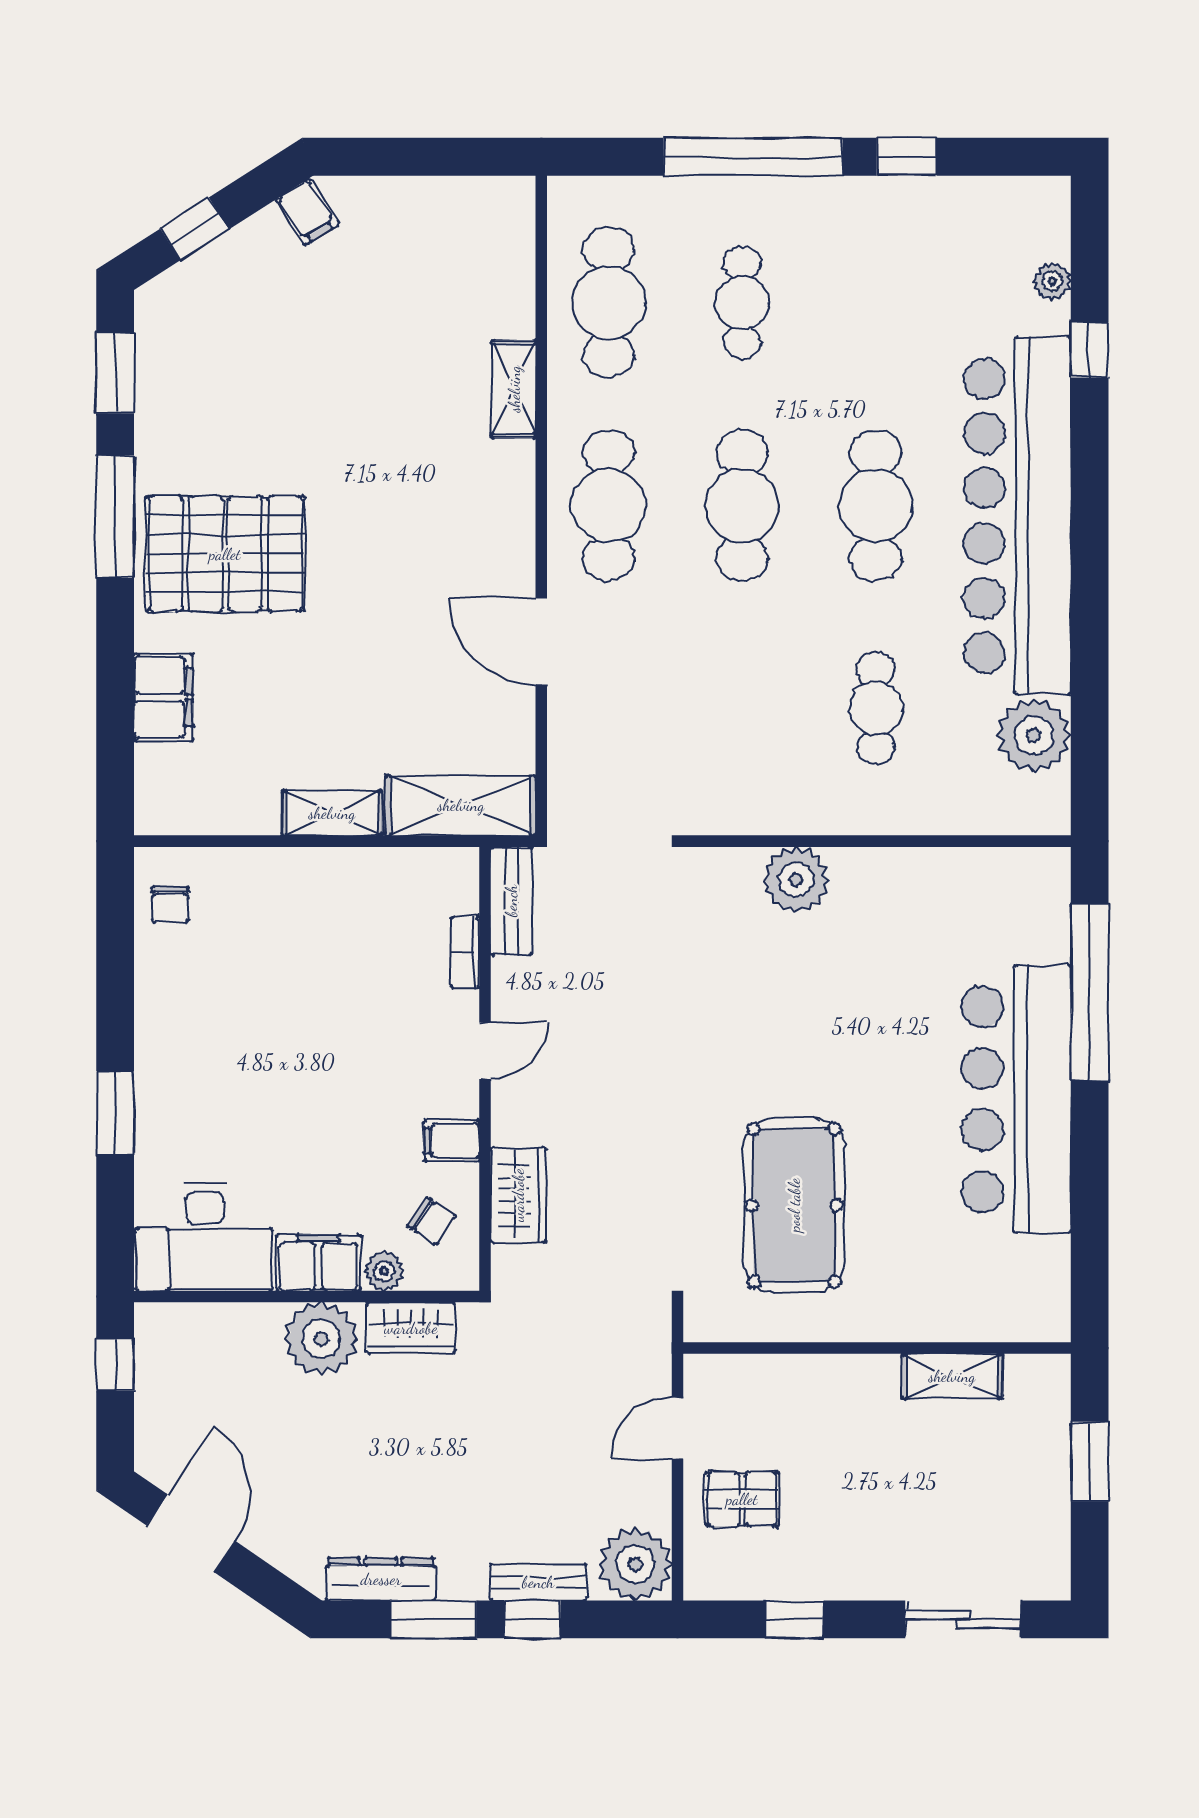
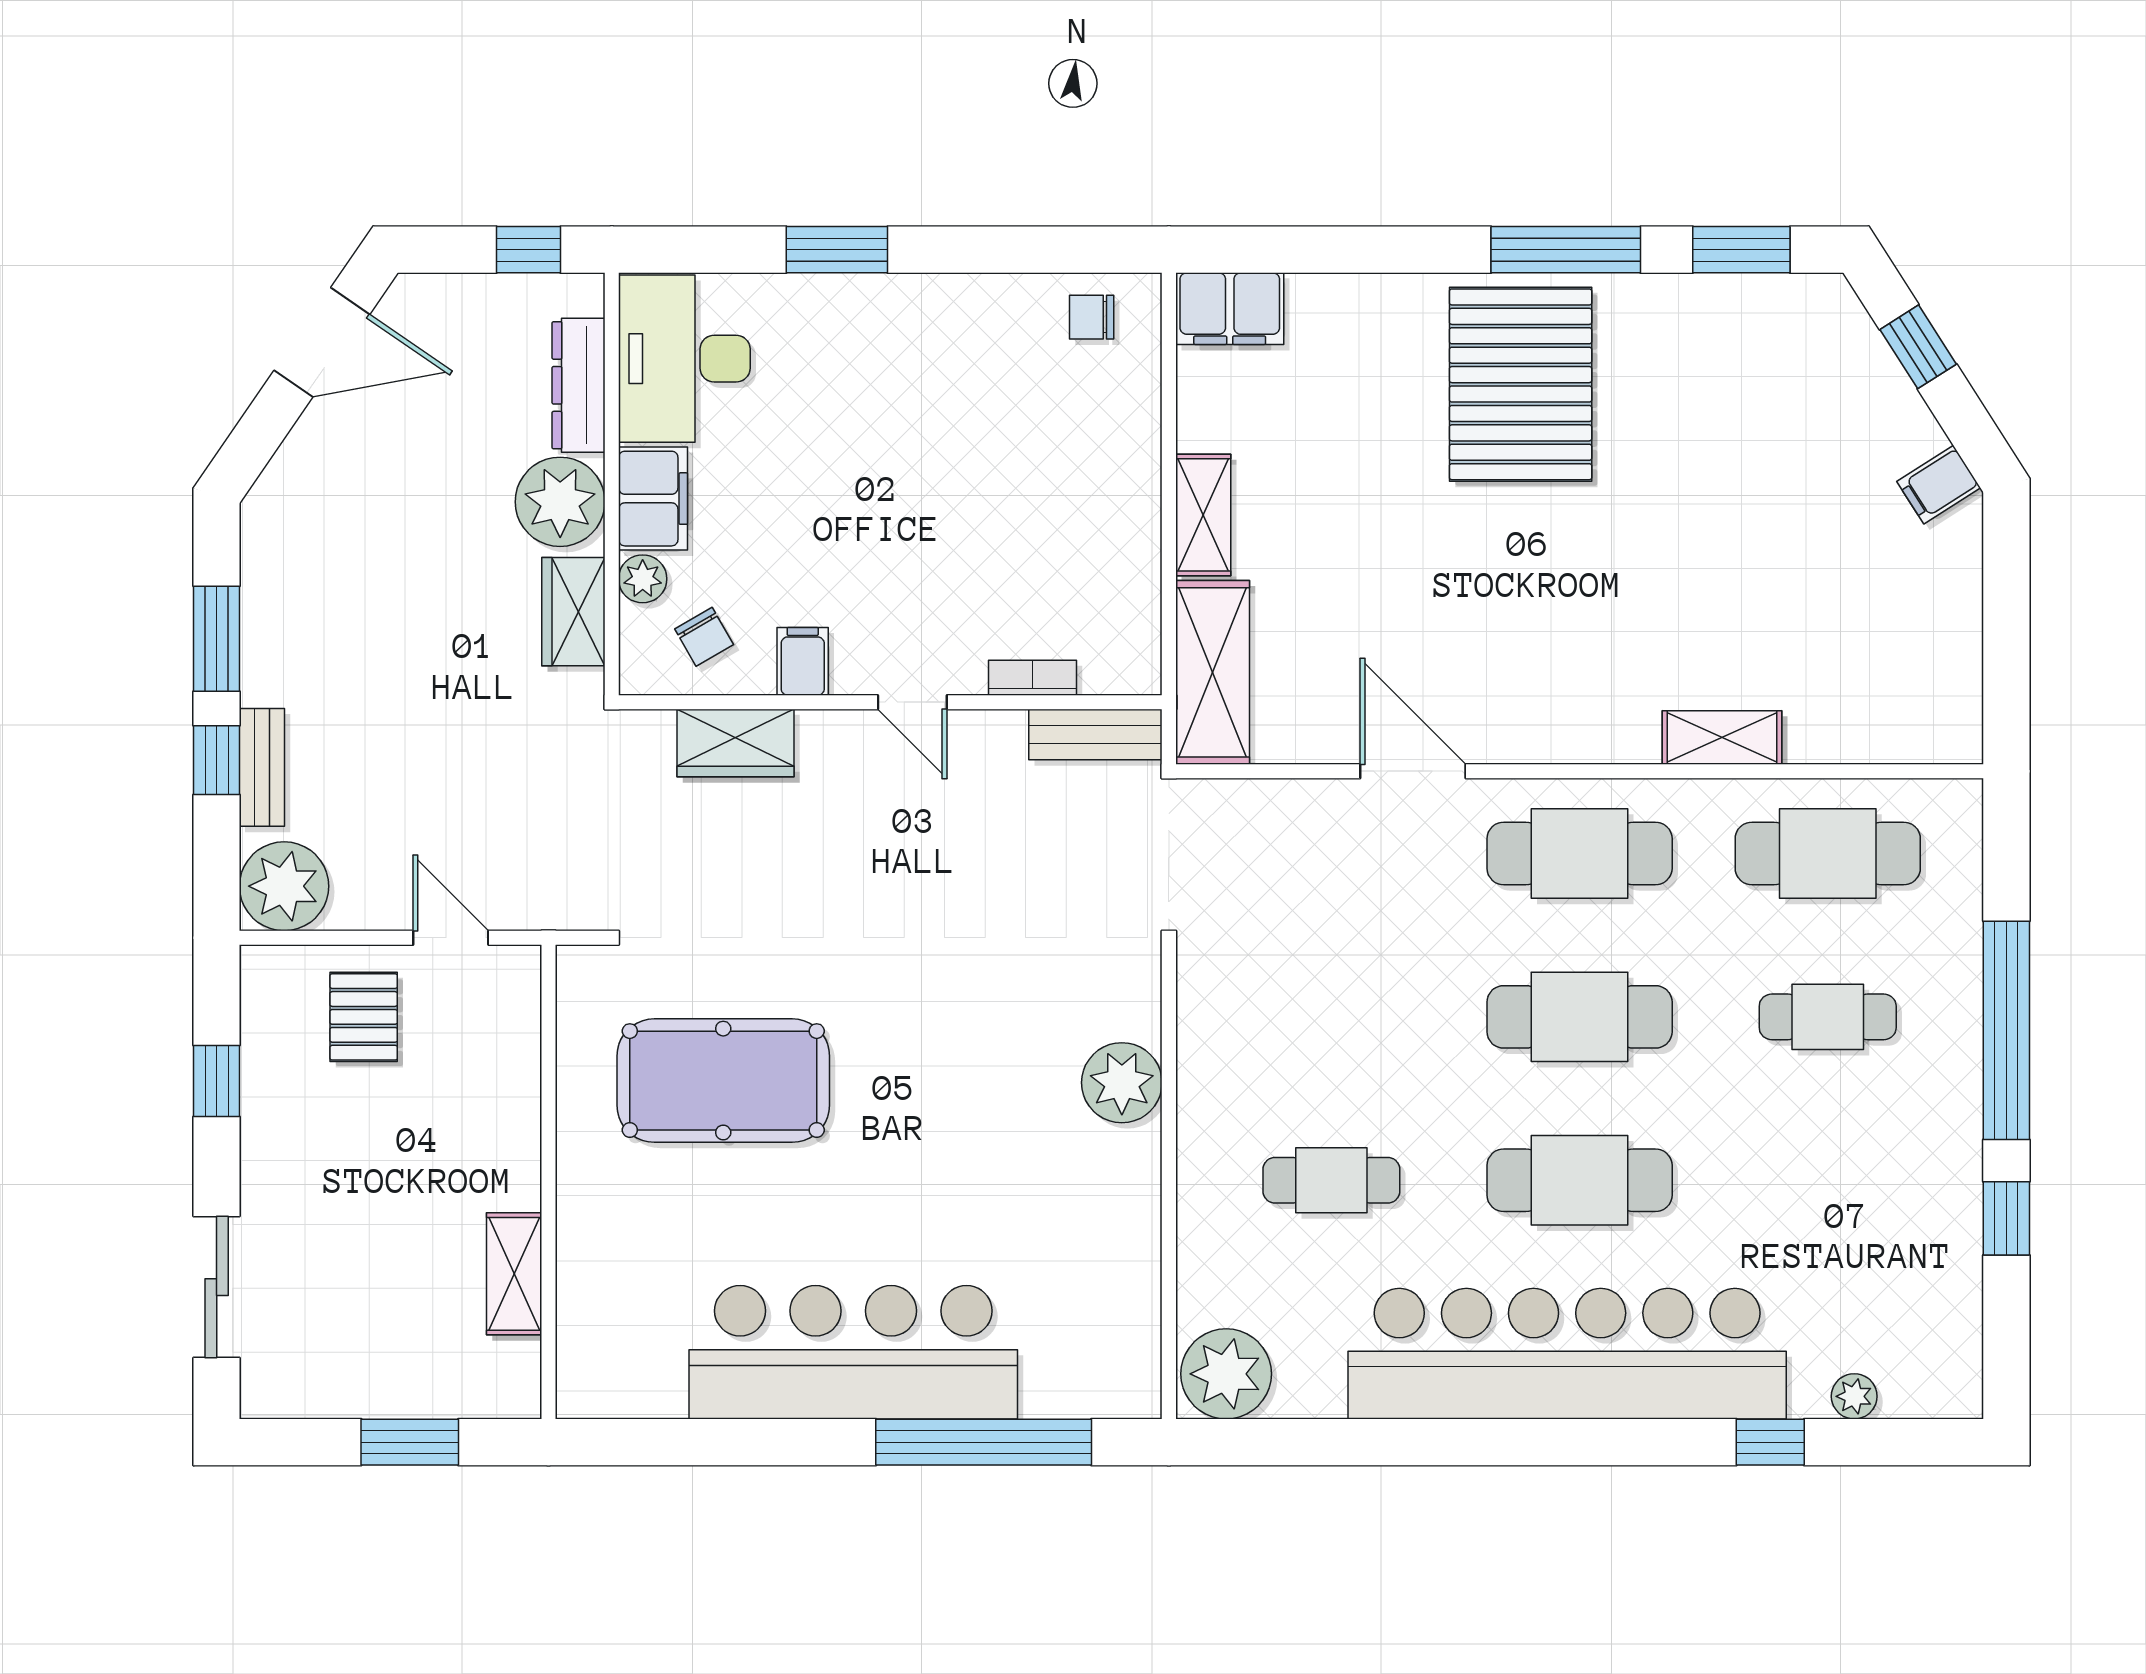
door: (541, 642) -> (1413, 771), hinge flipped
filing cabinet: (163, 697) -> (1230, 309), moved
plant: (1034, 735) -> (1226, 1374), moved
chair: (432, 1221) -> (704, 637), turned -64
dresser: (381, 1579) -> (579, 385), moved, turned 180

